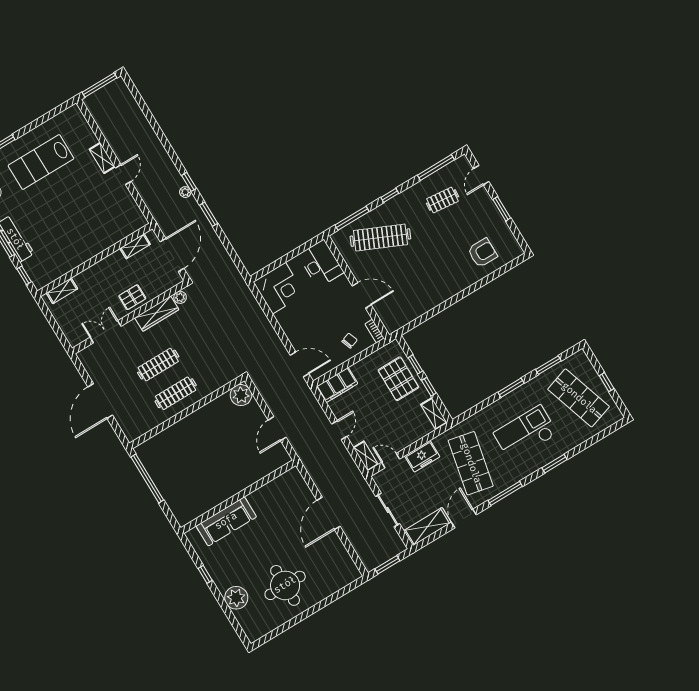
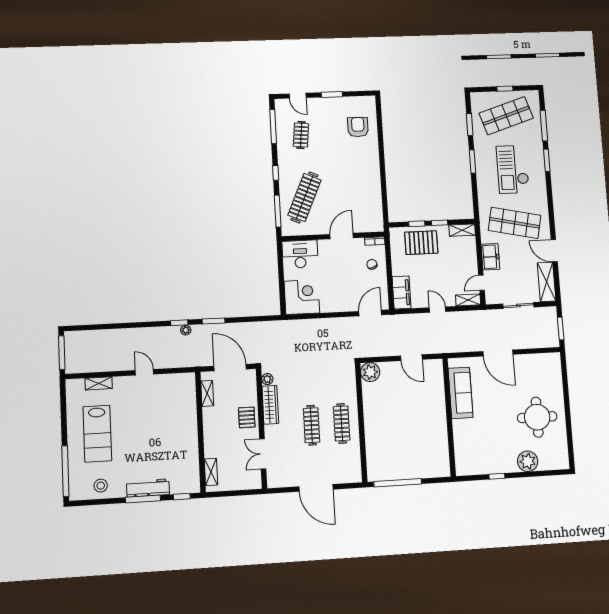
shelving: (102, 158) -> (99, 383), moved
window: (505, 493) -> (544, 126), moved
sofa: (226, 521) -> (461, 393), moved

